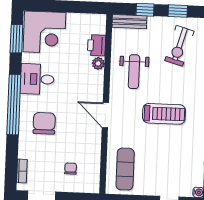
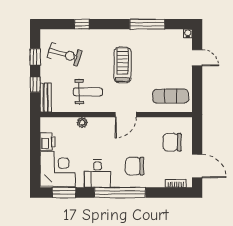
printer: (97, 45) -> (47, 142), moved, turned -90
chair: (71, 169) -> (172, 142), width x1.87, depth x1.87

